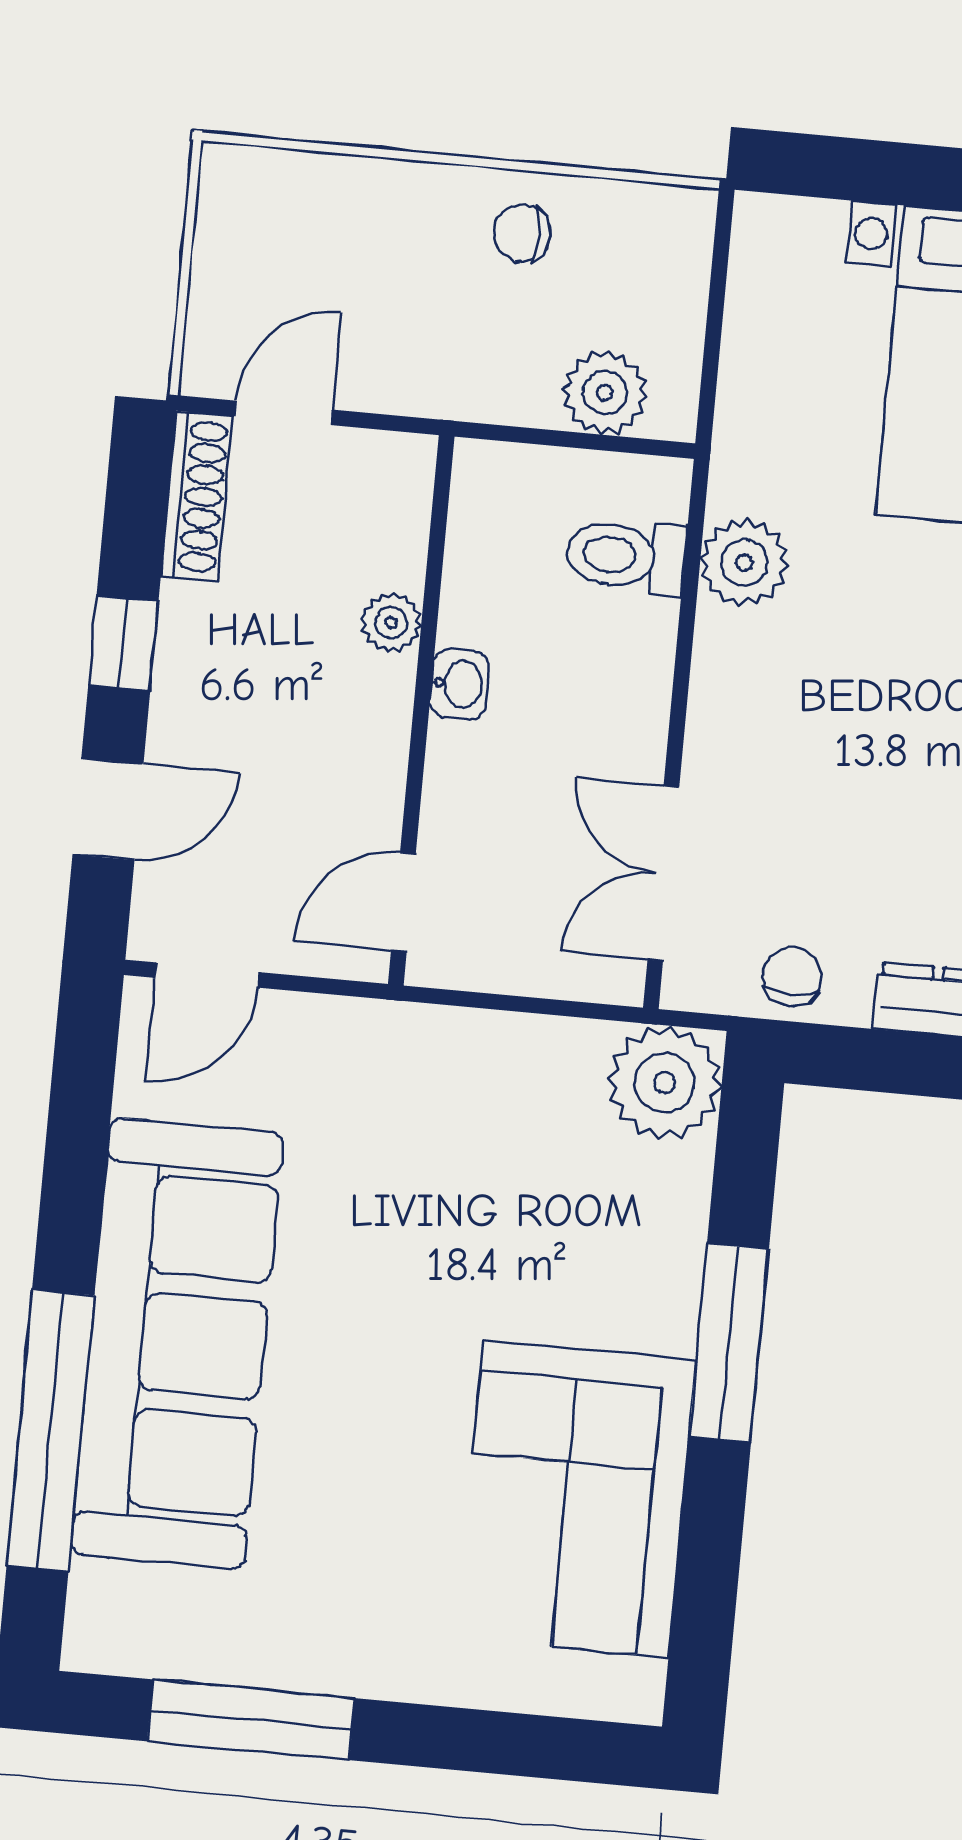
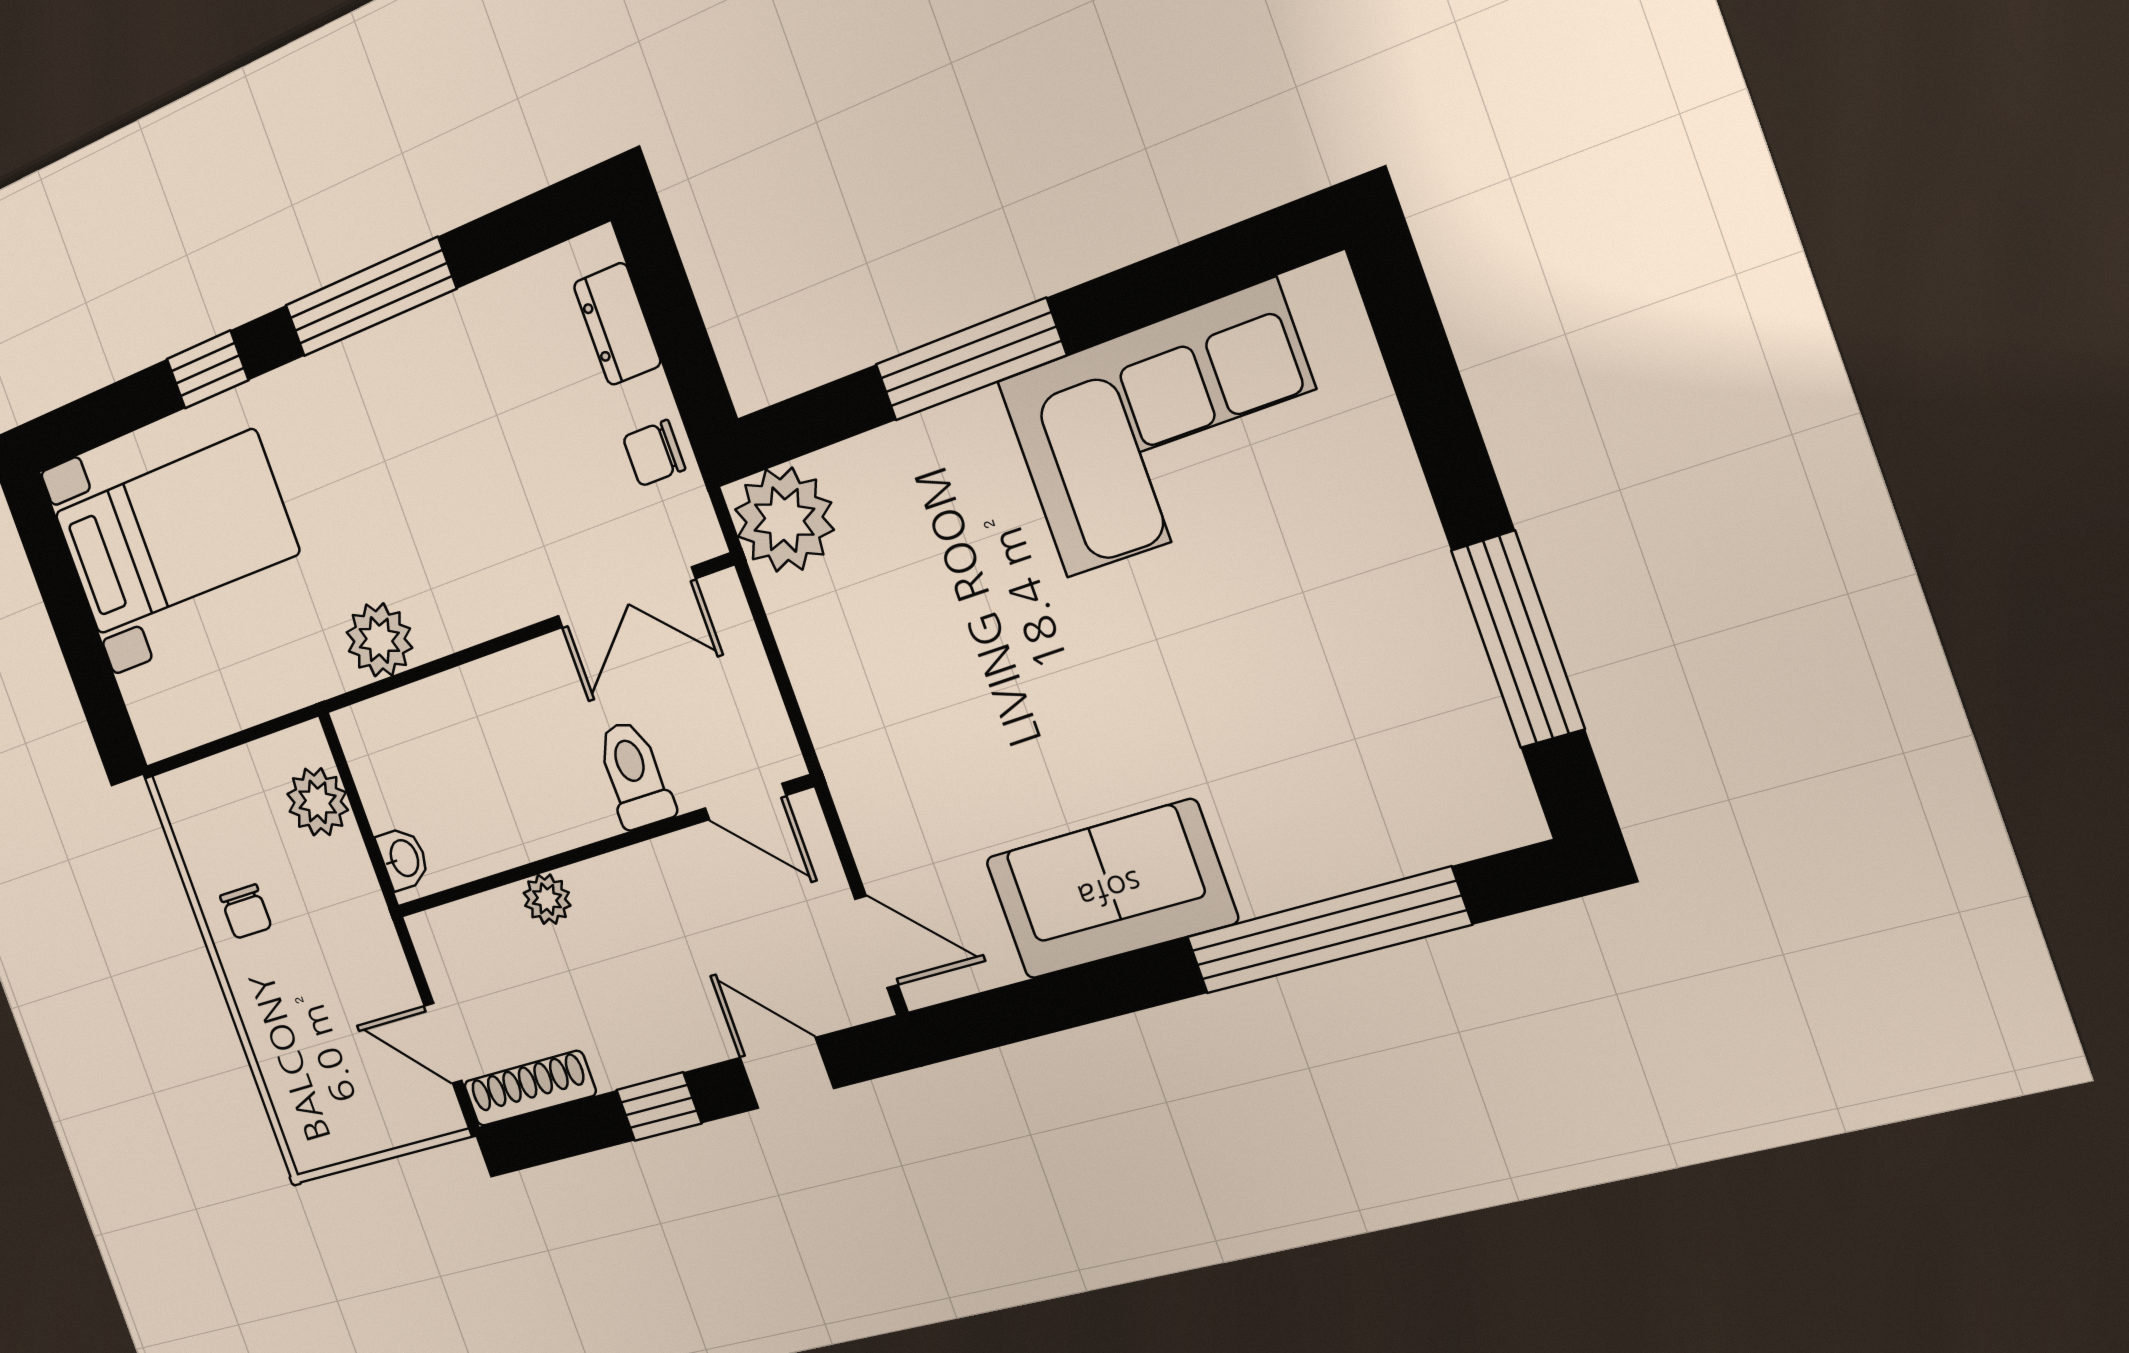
toilet: (626, 556) -> (634, 775), moved, turned 180
washbasin: (459, 684) -> (403, 858), moved, turned 90
sofa: (177, 1343) -> (1110, 890), width x0.54, depth x0.79

